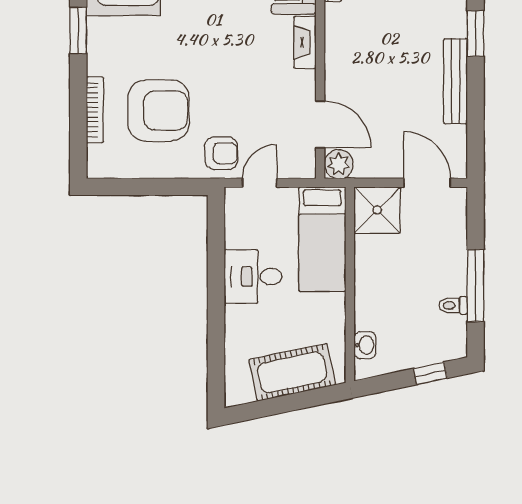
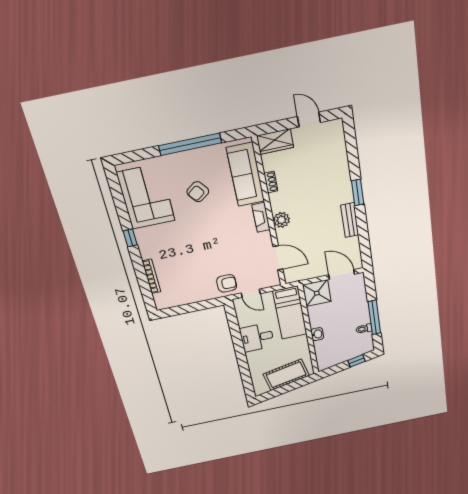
window: (78, 30) -> (130, 238), width x0.67
bench: (455, 81) -> (350, 220), width x0.73
armchair: (158, 111) -> (187, 269), removed
plant: (339, 164) -> (281, 220), moved
door: (259, 183) -> (251, 293), swing flipped
washbasin: (365, 345) -> (317, 334), moved

